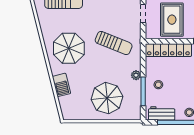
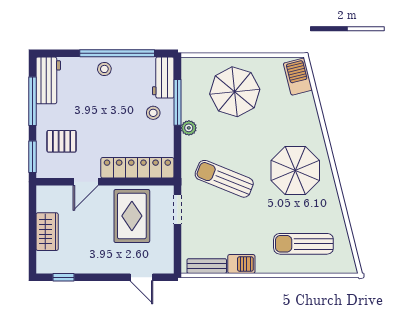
doorway: (143, 14) -> (177, 209), moved
barbecue: (61, 85) -> (298, 77), moved
workbench: (162, 113) -> (163, 78), moved, turned 90

